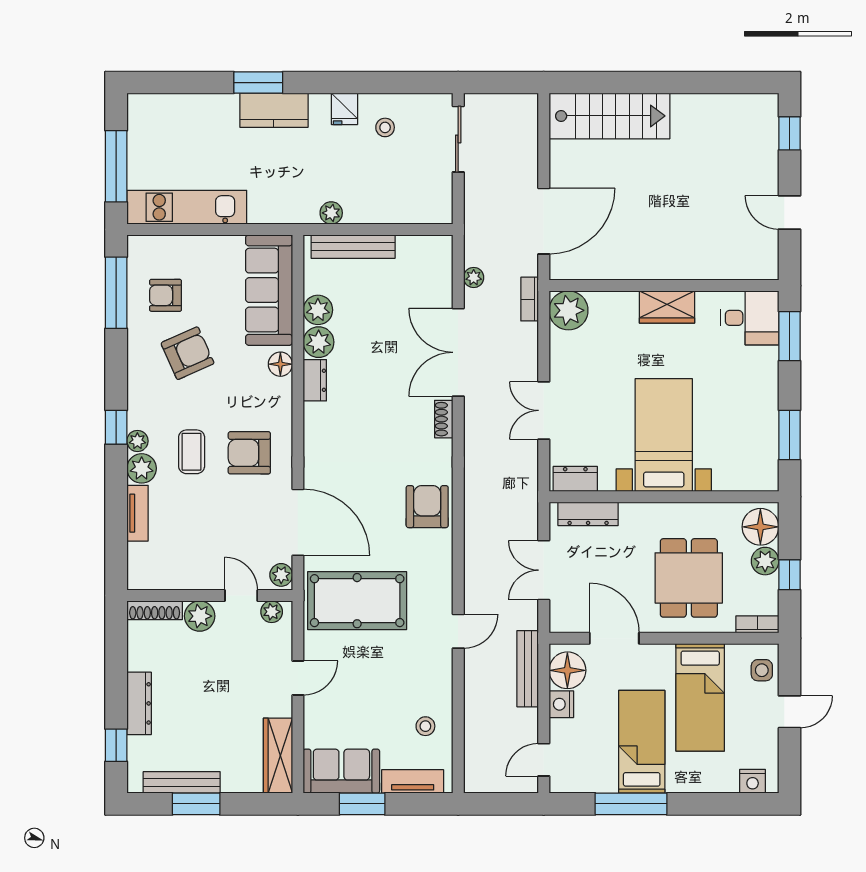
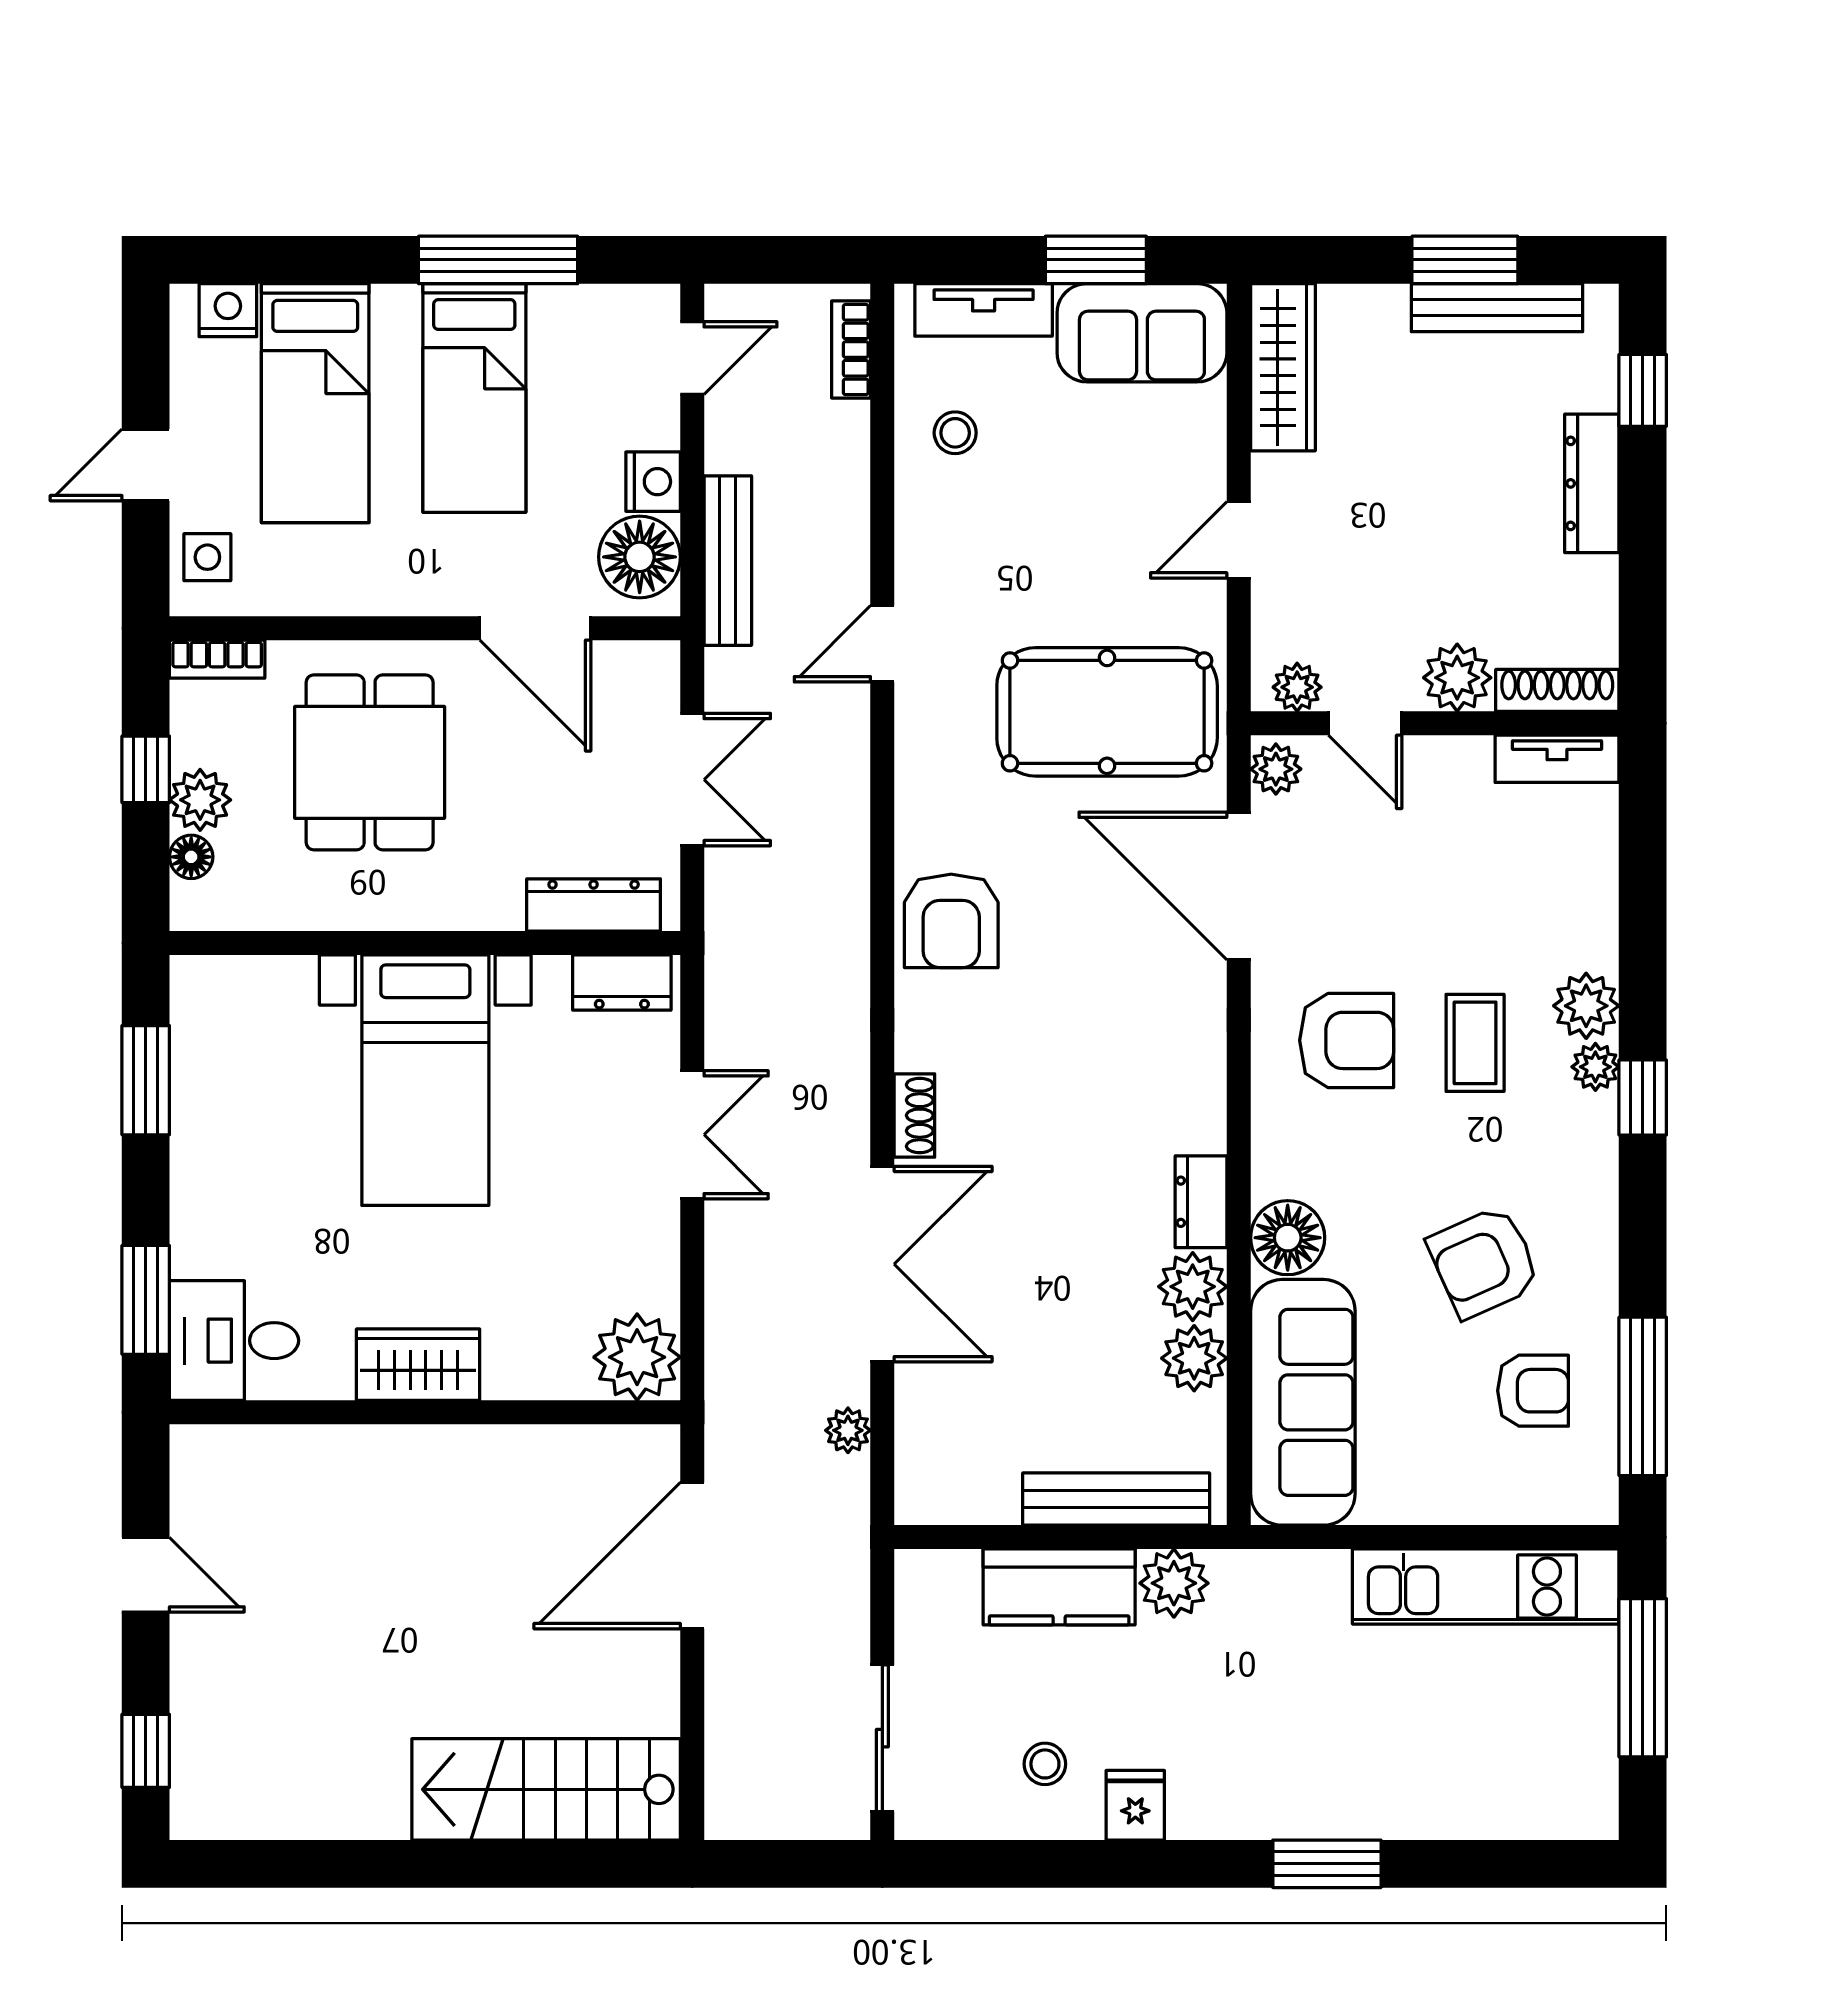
kitchen counter: (274, 110) -> (1059, 1587), moved, turned 180
plant: (331, 213) -> (1174, 1583), width x1.38, depth x1.38
bookcase: (530, 299) -> (851, 350), moved, turned 180
floor lamp: (280, 364) -> (1288, 1238), width x1.38, depth x1.38
tv unit: (137, 513) -> (1557, 759), moved, turned -90
floor lamp: (760, 527) -> (191, 857), width x0.53, depth x0.53
bed: (700, 697) -> (315, 403), moved, turned 180

